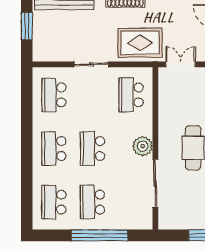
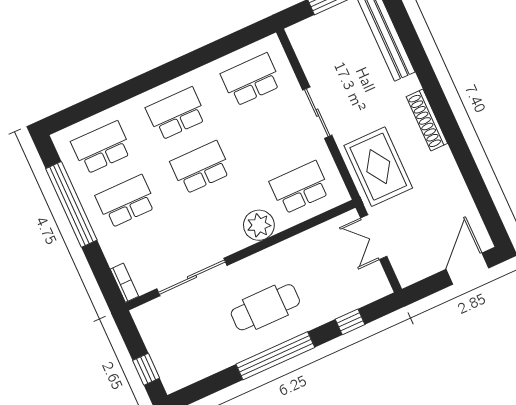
double door: (181, 64) -> (374, 237), swing flipped
plant: (143, 146) -> (259, 225), moved
bookcase: (140, 225) -> (124, 283), added
window: (100, 235) -> (71, 204), moved

